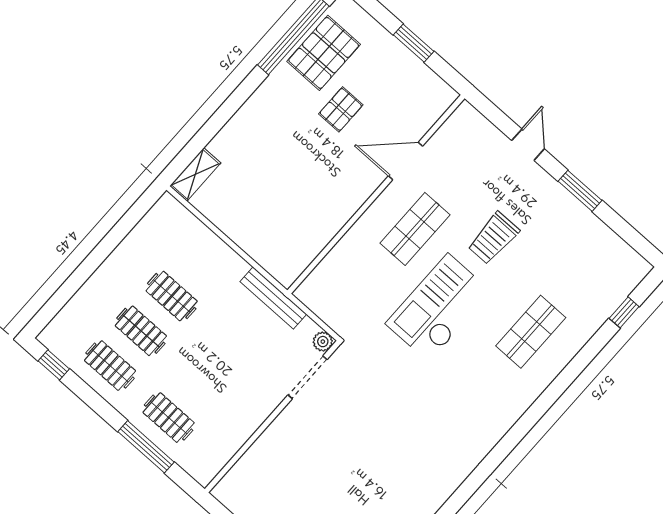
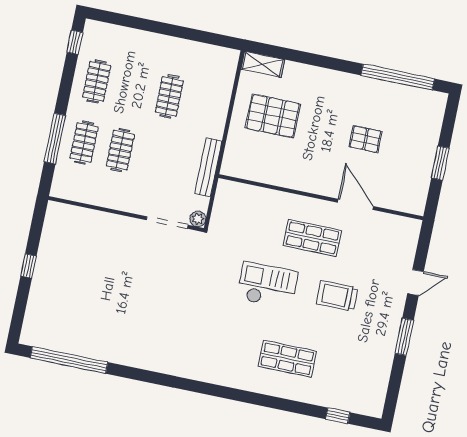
pallet: (324, 53) -> (273, 116), moved
checkout: (438, 308) -> (267, 285), width x0.73, depth x0.83
clothes rail: (141, 331) -> (120, 150), moved

